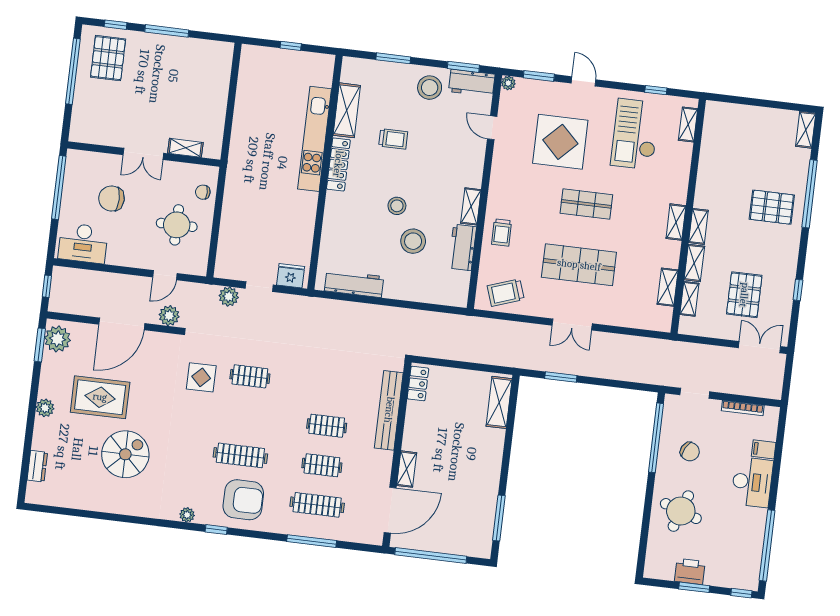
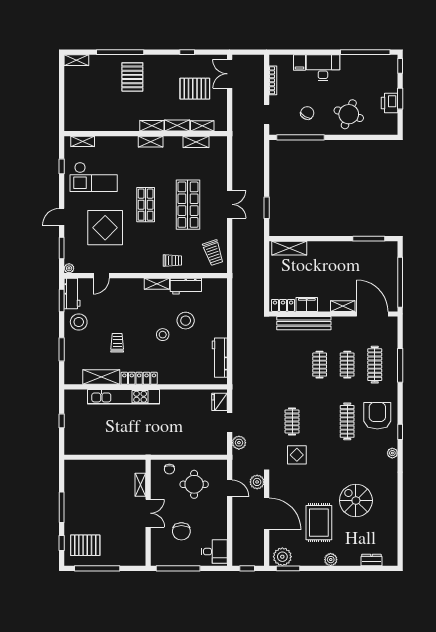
desk: (83, 243) -> (214, 552), width x0.73
filing cabinet: (415, 418) -> (307, 304), added

